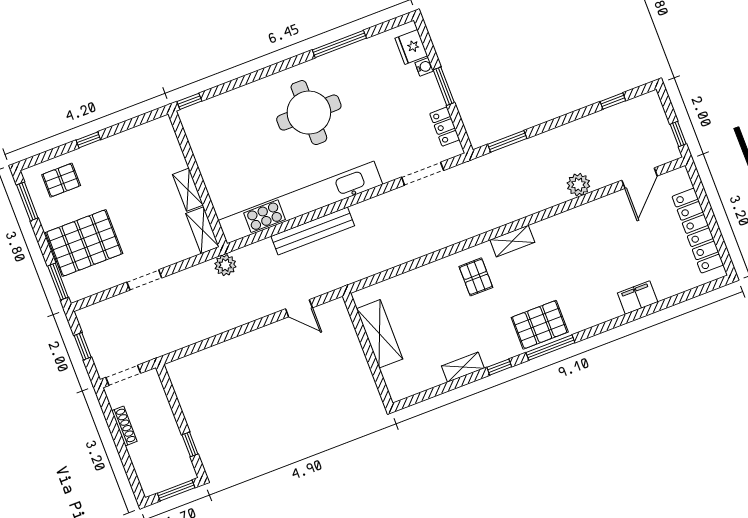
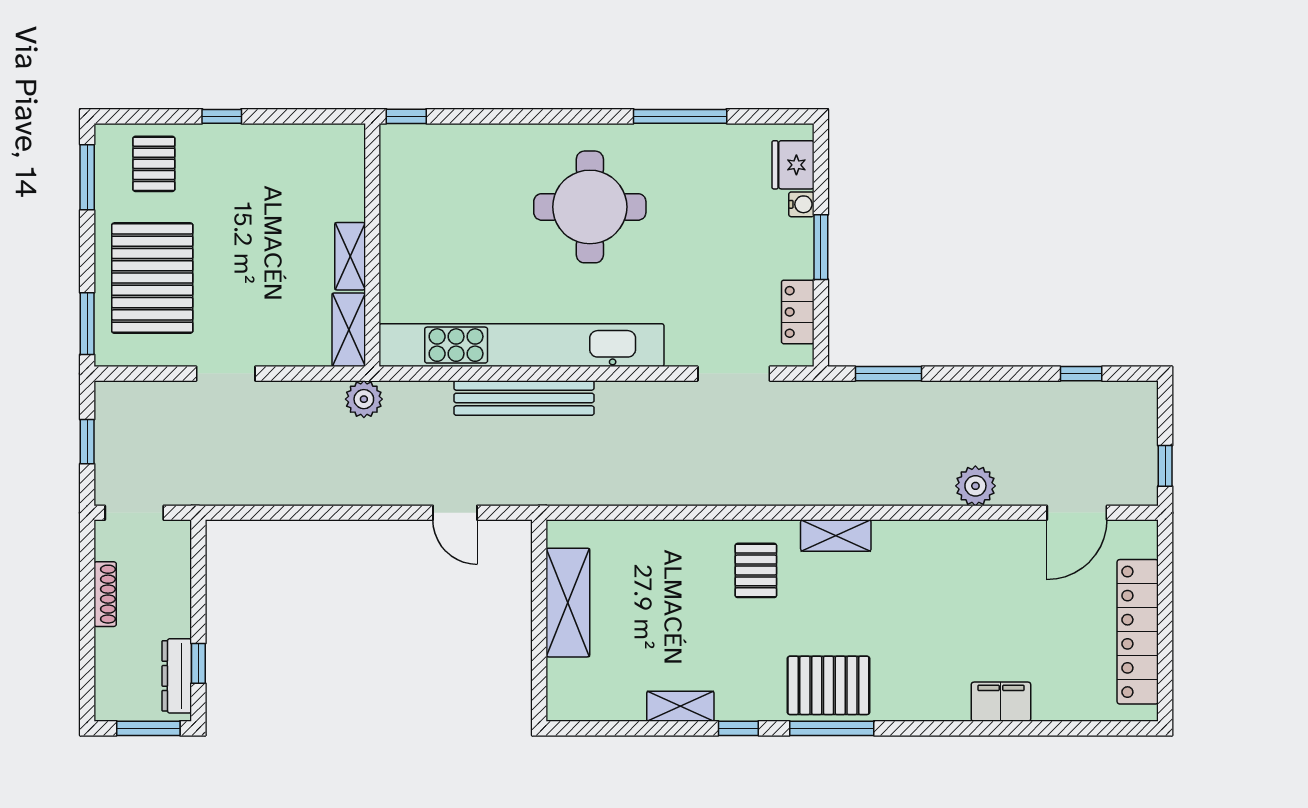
pallet: (61, 180) -> (154, 164), turned 90
pallet: (84, 243) -> (152, 278), turned 90
dresser: (181, 456) -> (177, 676), added

